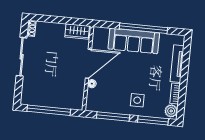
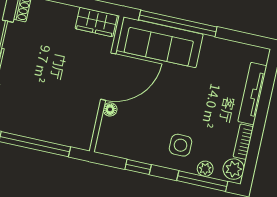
window: (143, 28) -> (178, 23), moved
sofa: (134, 41) -> (160, 42), moved
plant: (154, 113) -> (205, 169), added
window: (113, 116) -> (138, 167), width x0.46

